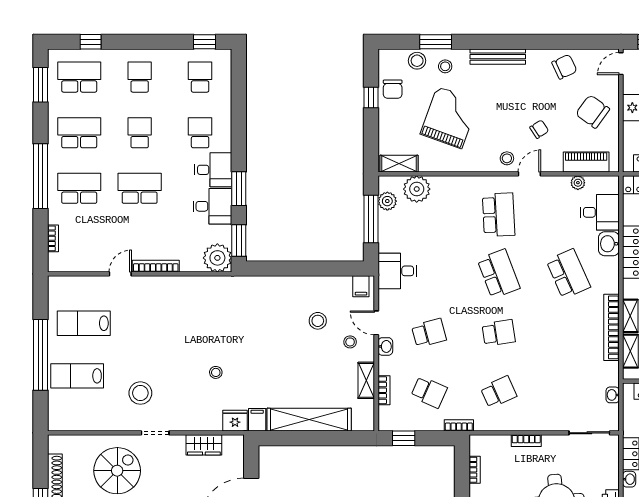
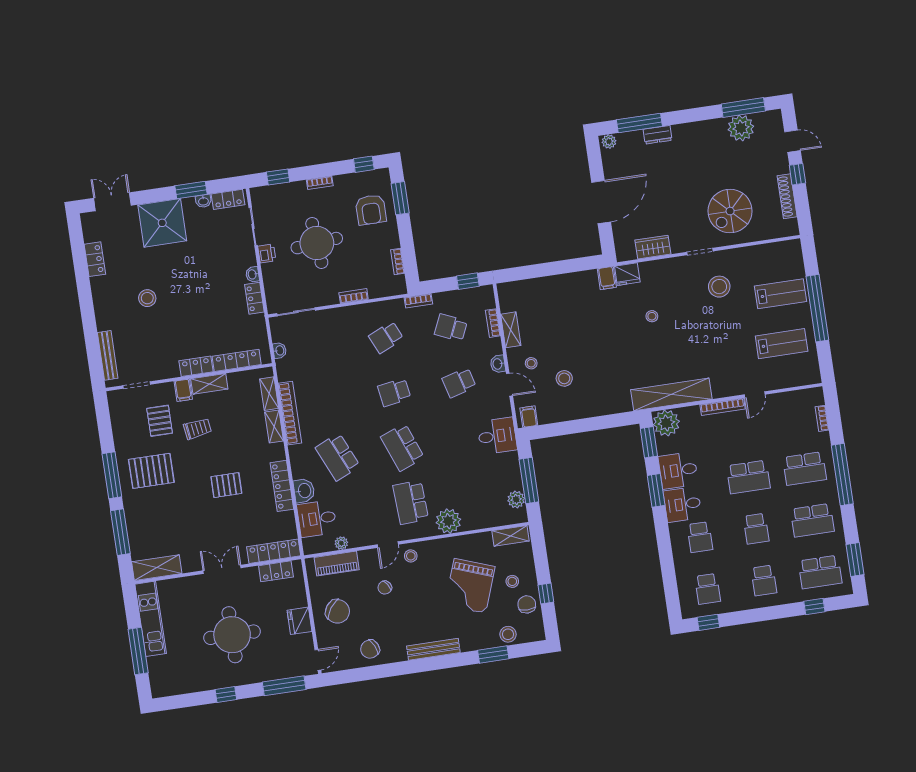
stool: (445, 66) -> (512, 581), moved
plant: (417, 189) -> (448, 521), moved
shelving: (309, 420) -> (671, 394), moved

